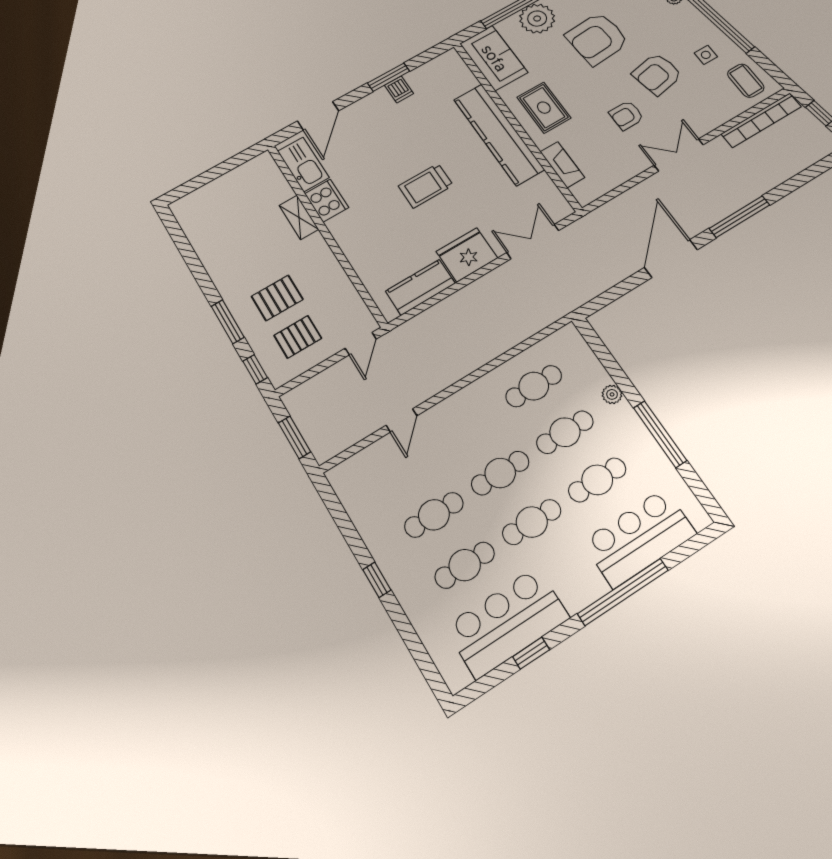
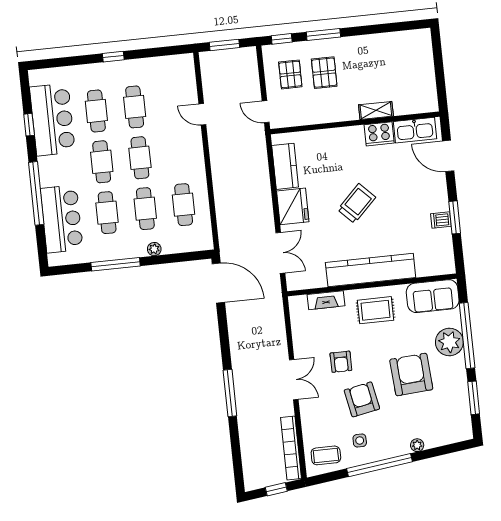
armchair: (626, 115) -> (341, 362), turned 180
trolley: (426, 186) -> (357, 203), turned 45
door: (671, 259) -> (218, 283), moved

